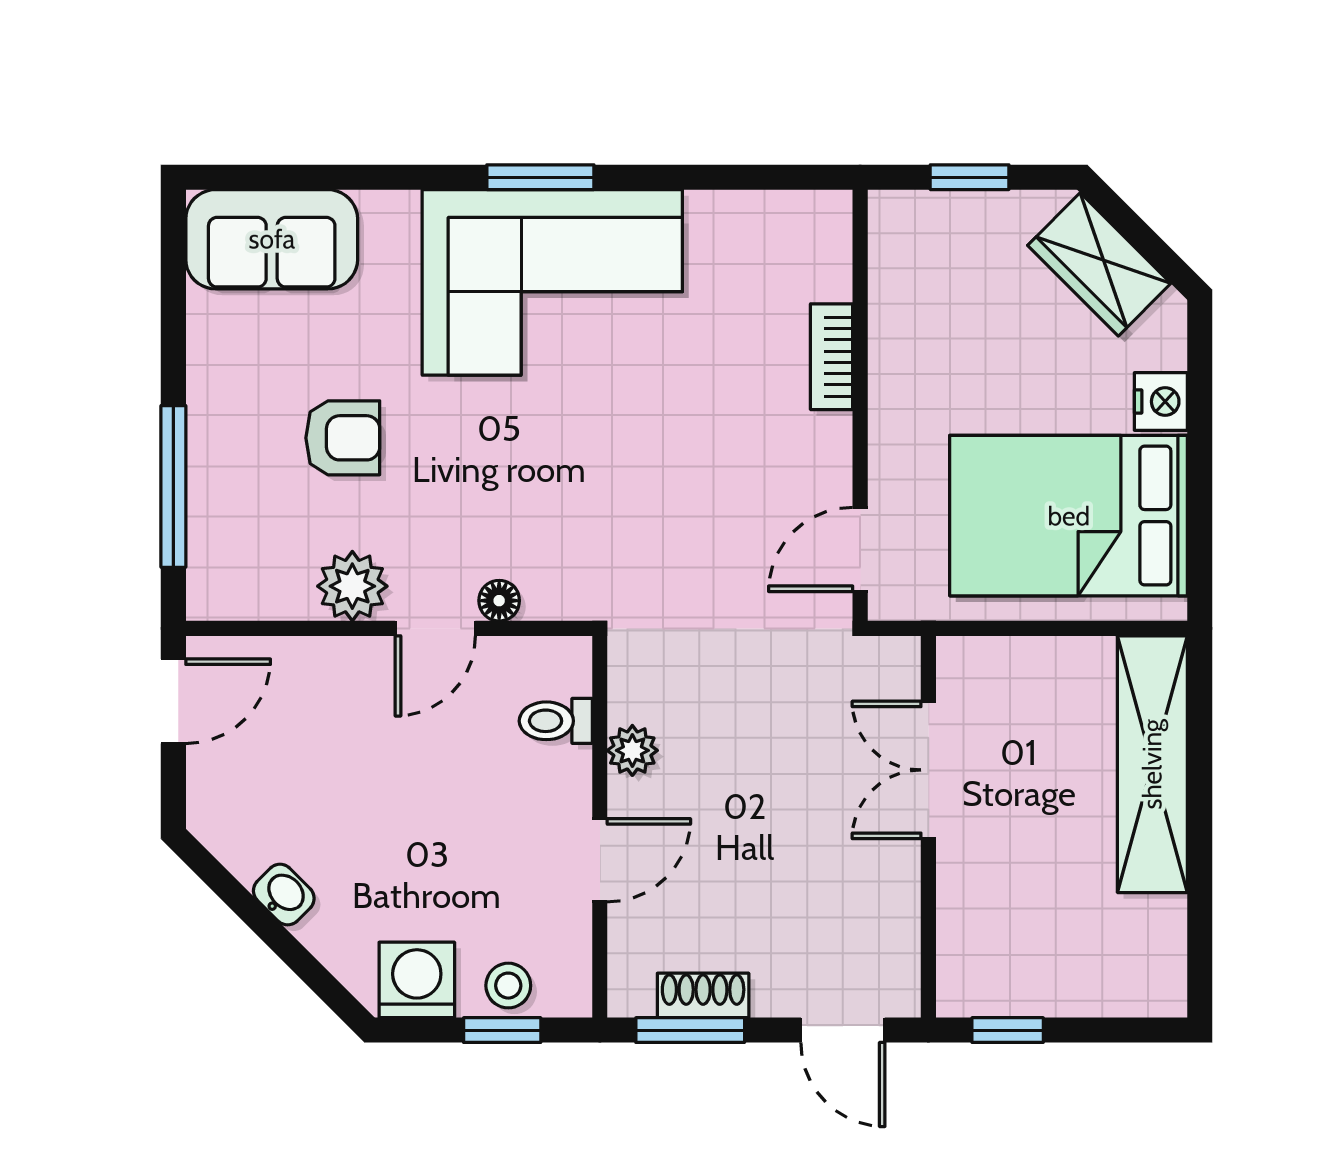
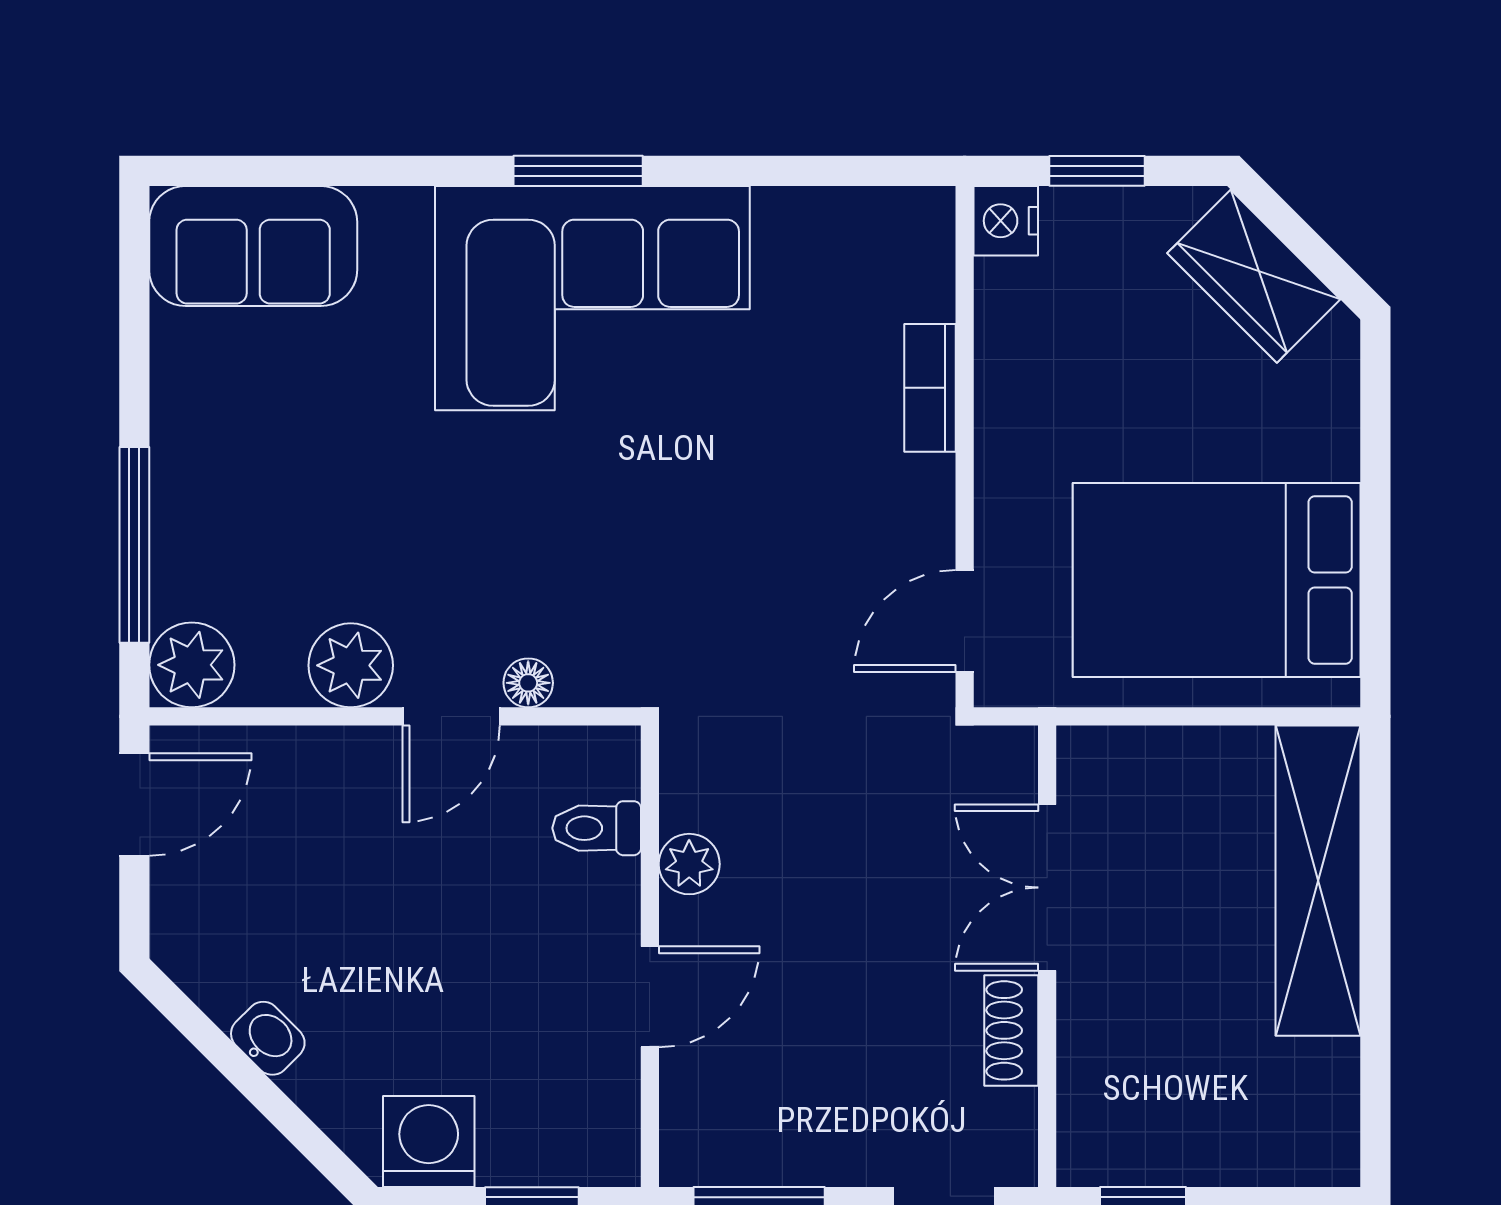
nightstand: (1161, 402) -> (1006, 221), moved, turned 180
armchair: (343, 438) -> (339, 486), removed
plant: (221, 586) -> (192, 665), added
stool: (508, 986) -> (539, 1148), removed
shoe rack: (703, 995) -> (1011, 1030), moved, turned -90

